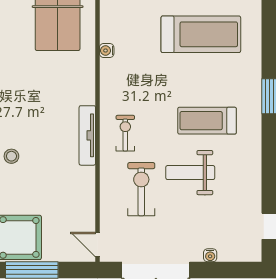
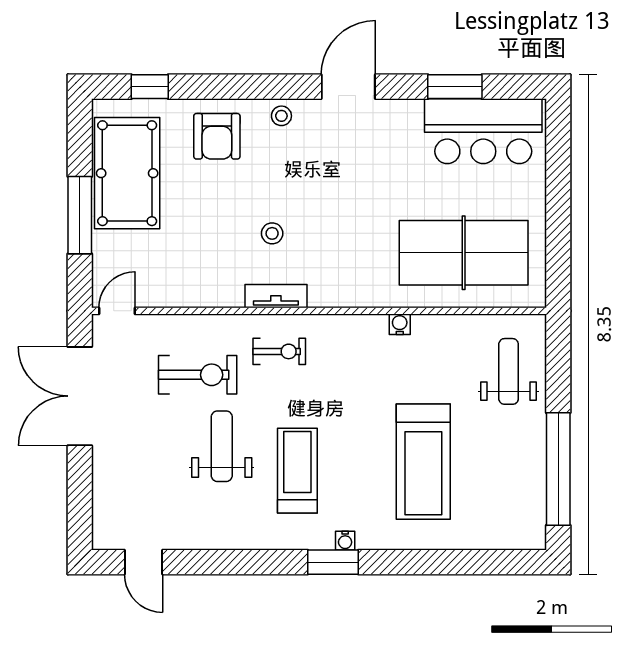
tv unit: (87, 135) -> (276, 296), width x0.71
stool: (11, 156) -> (272, 233), moved
water cooler: (210, 255) -> (345, 541), moved, turned -90

